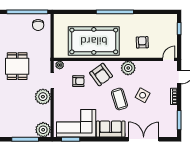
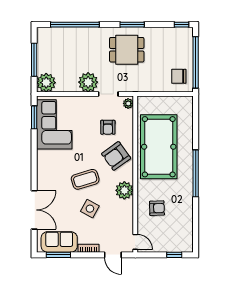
sofa: (111, 129) -> (59, 242), moved, turned -90

